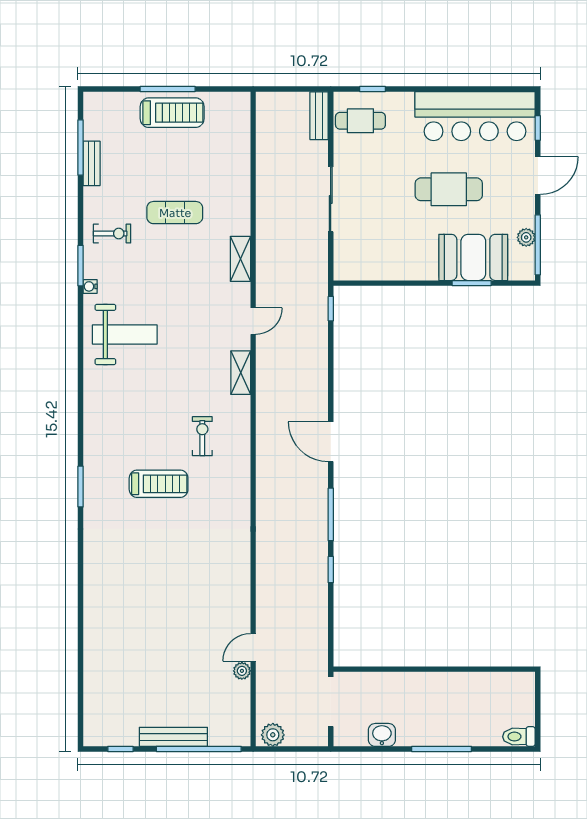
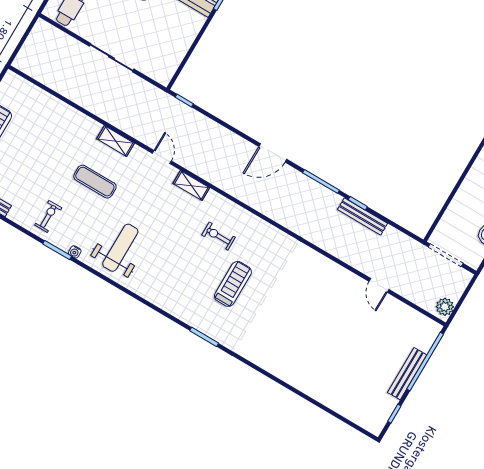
bench: (319, 116) -> (363, 216), moved, width x1.36
exercise mat: (175, 213) -> (95, 182), moved, turned 90
plant: (242, 671) -> (390, 302), removed

